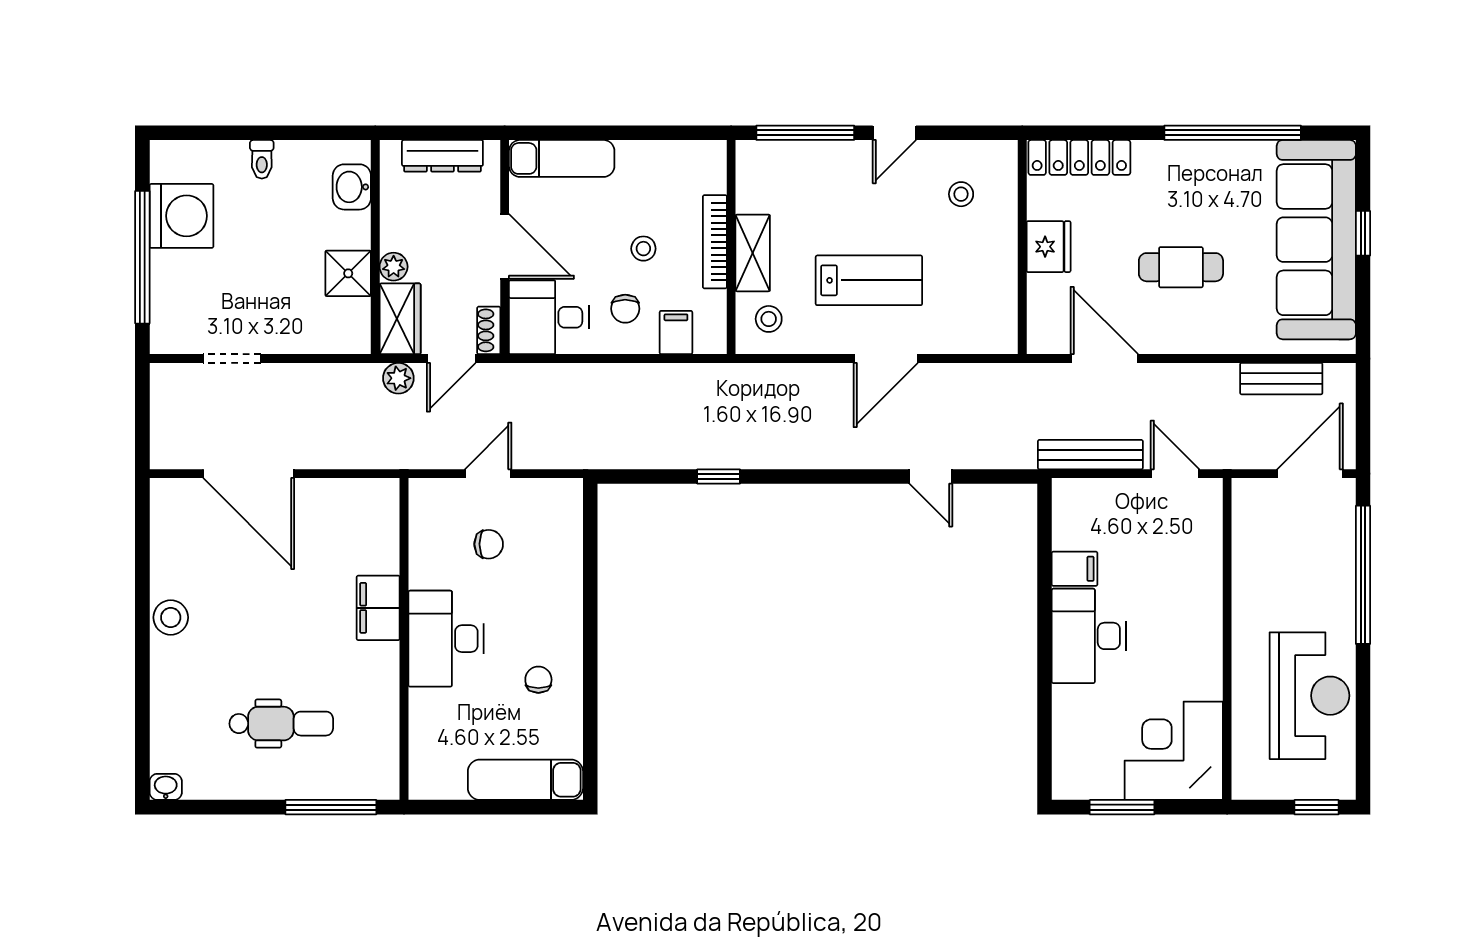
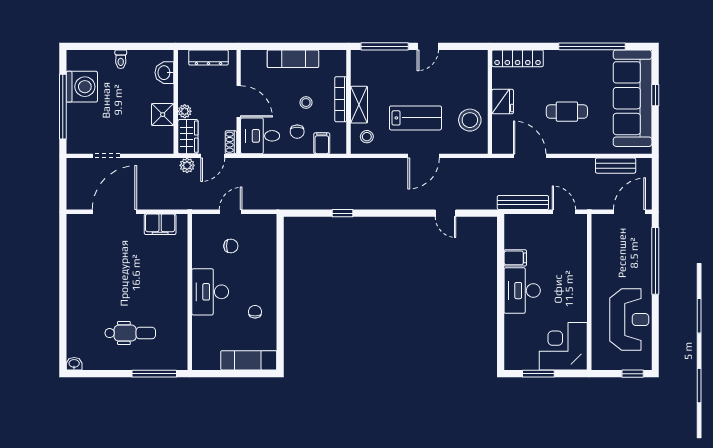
exam couch: (562, 158) -> (293, 59), moved
stool: (961, 194) -> (470, 120), moved, width x1.89, depth x1.89
door: (249, 474) -> (114, 212), swing flipped
filing cabinet: (378, 608) -> (160, 224), moved, turned -90
stool: (171, 617) -> (77, 282), removed

